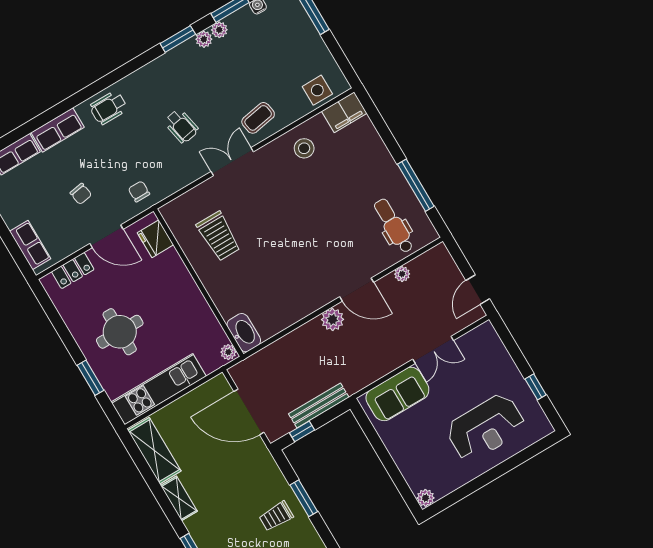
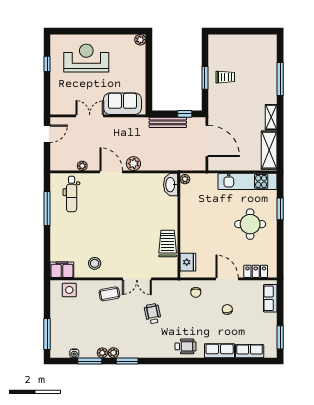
fridge: (155, 239) -> (188, 262), moved
wall: (198, 283) -> (179, 225), moved
washbasin: (244, 333) -> (171, 185), moved
plant: (228, 352) -> (185, 179), moved

